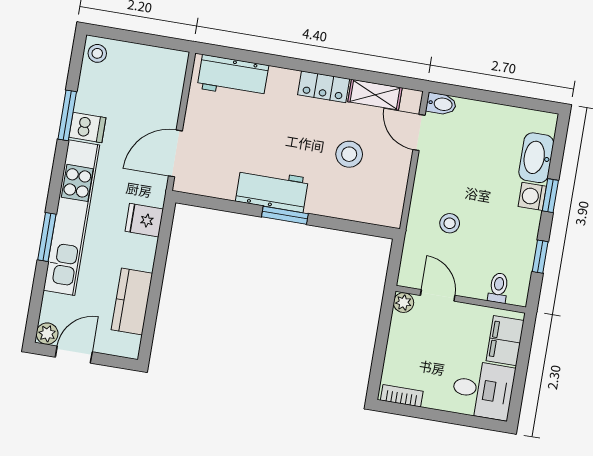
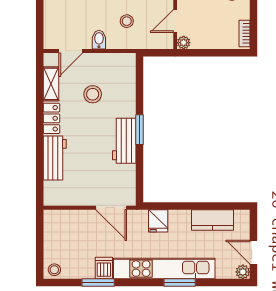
workbench: (233, 77) -> (55, 158), moved
bidet: (441, 104) -> (99, 40), moved

